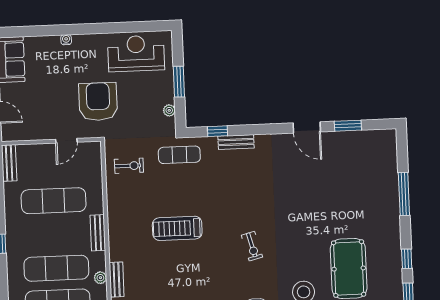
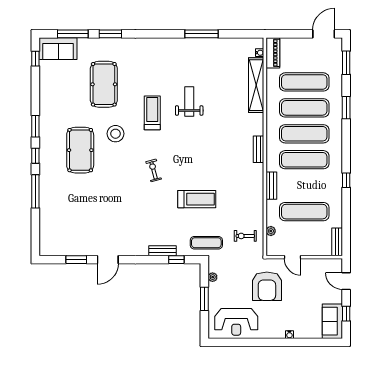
door: (307, 127) -> (108, 260), swing flipped
door: (66, 141) -> (292, 257), swing flipped
window: (404, 194) -> (35, 191), moved
treadmill: (177, 228) -> (197, 199), moved
plant: (100, 278) -> (271, 231), moved

